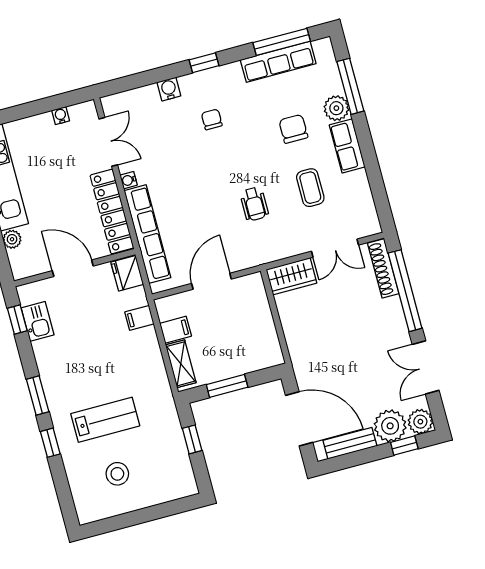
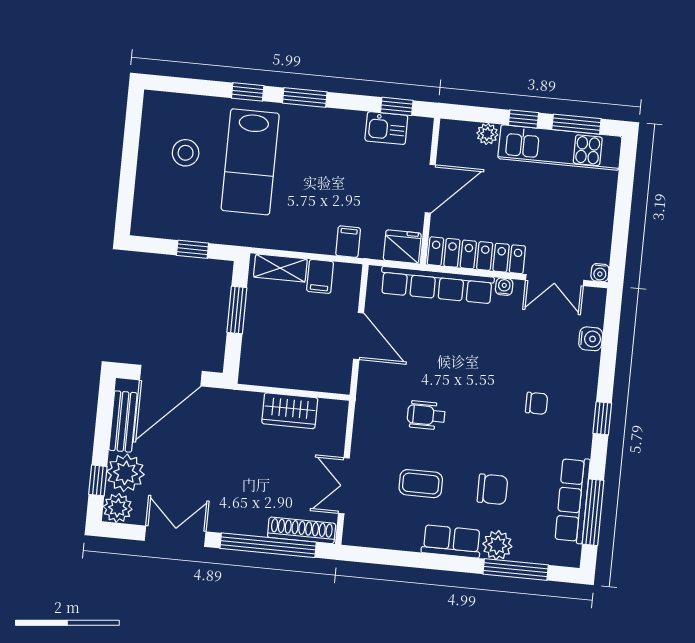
water cooler: (169, 89) -> (591, 339), moved
water cooler: (61, 116) -> (600, 273), moved, turned 90
wardrobe: (291, 276) -> (290, 411), moved, turned -90
lab bench: (105, 420) -> (250, 162), width x1.36, depth x1.39

